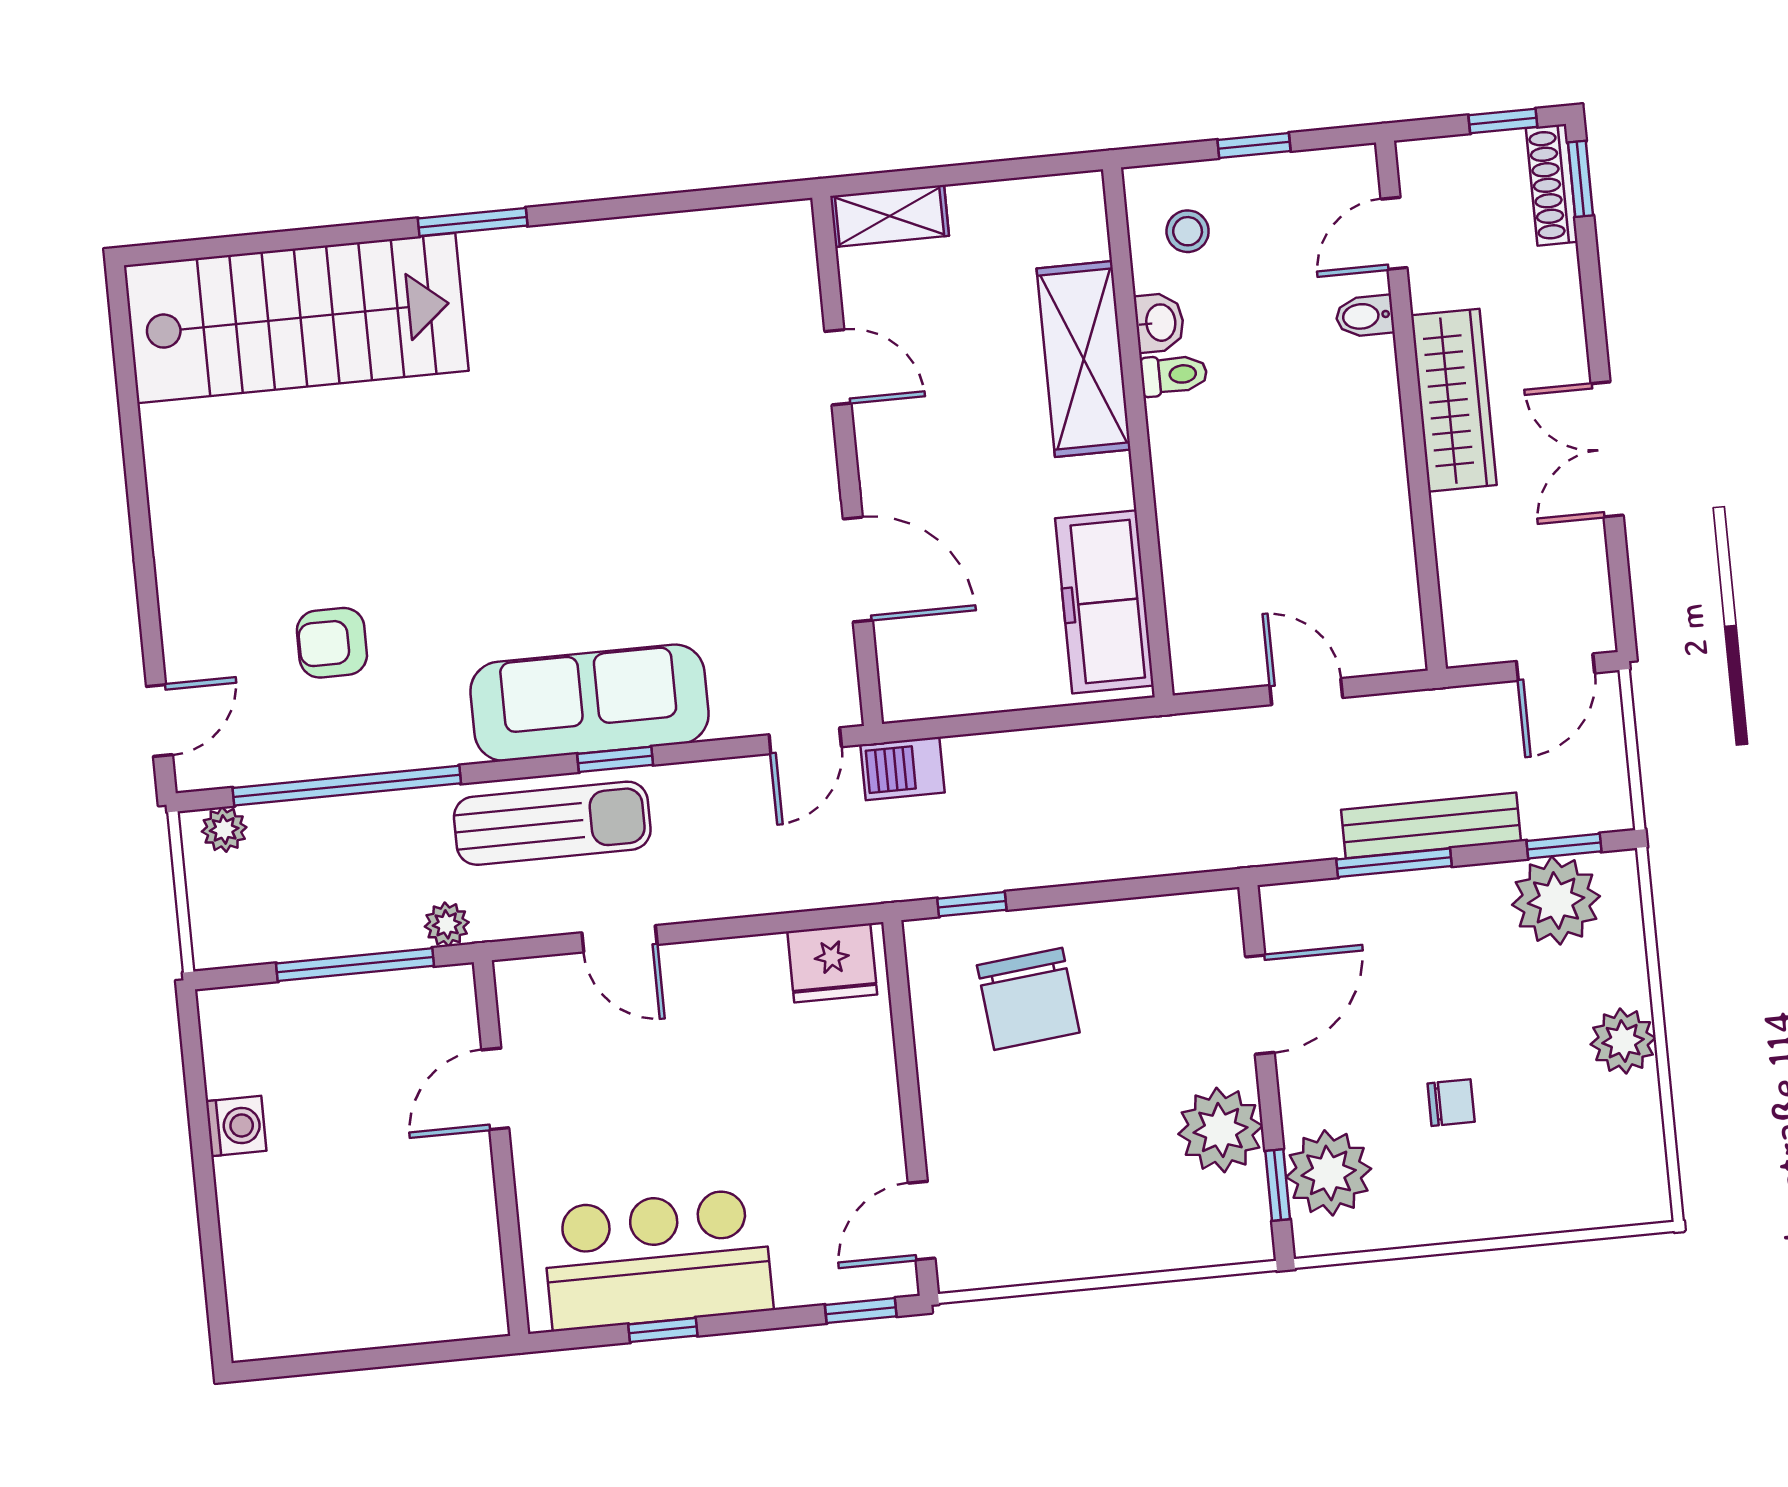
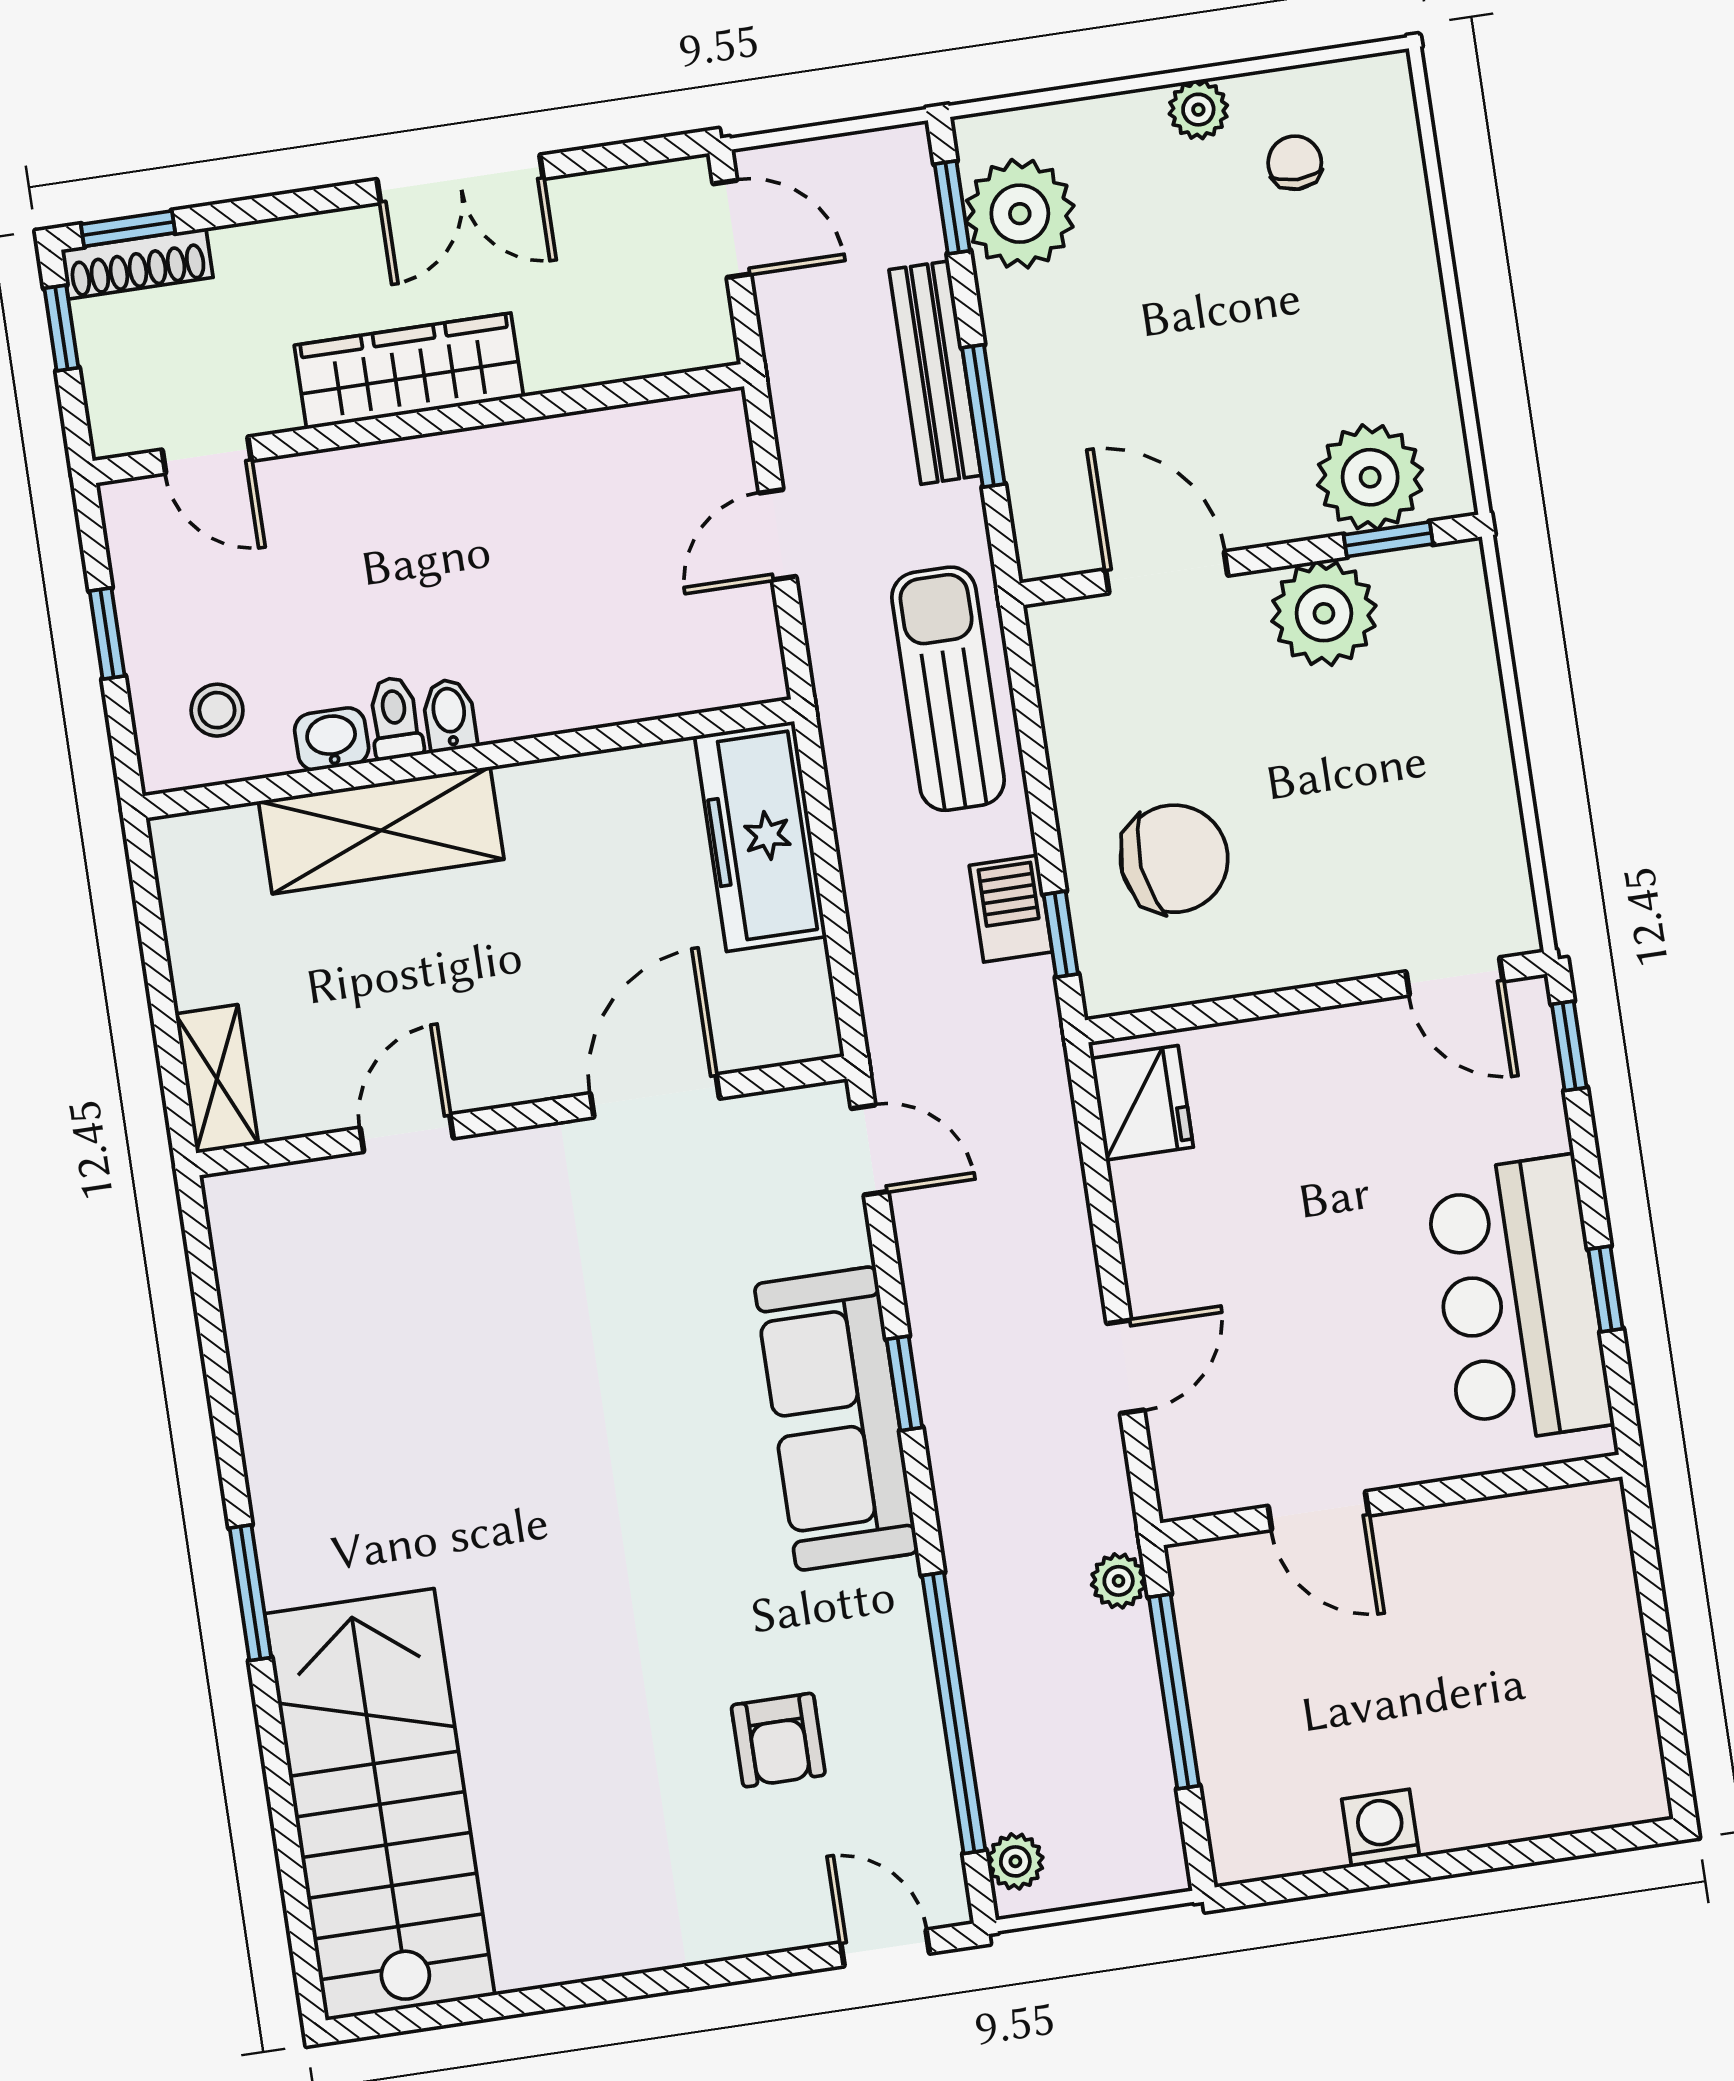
bidet: (1365, 316) -> (449, 715), moved, turned 180
freezer: (1104, 602) -> (760, 836), moved, turned 90
barbecue: (903, 768) -> (1011, 909), moved, turned 180
sun lounger: (552, 823) -> (948, 689), moved
plant: (1623, 1041) -> (1198, 110), width x0.73, depth x0.73
chair: (1451, 1103) -> (1295, 163), moved

